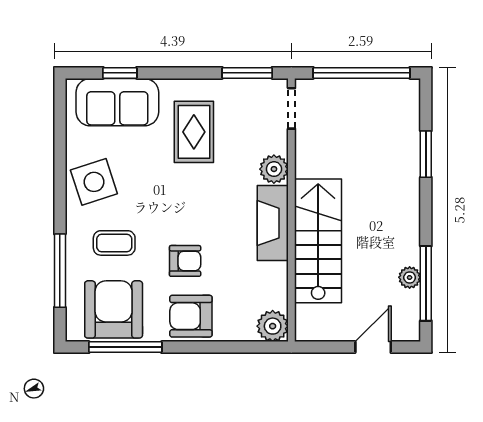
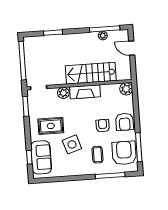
side table: (94, 182) -> (72, 144), moved
armchair: (114, 309) -> (124, 153), turned 90

